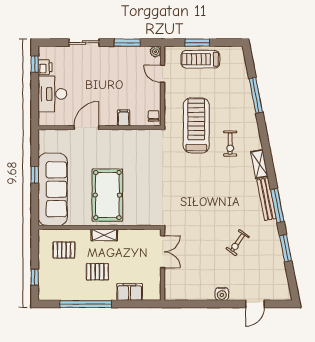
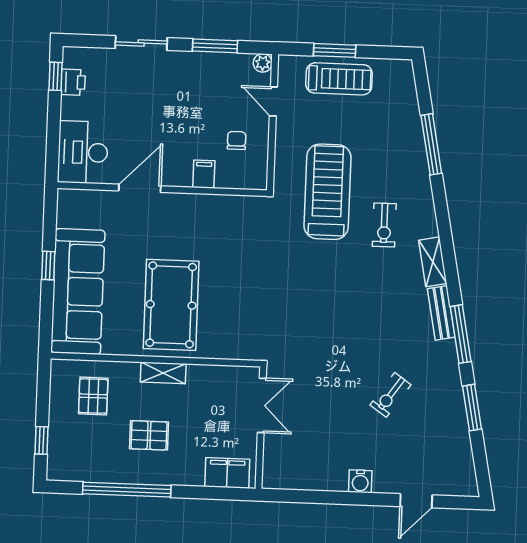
treadmill: (200, 59) -> (339, 79), turned 180
desk: (52, 94) -> (83, 152), moved
chair: (154, 116) -> (237, 141), moved
bench: (267, 199) -> (441, 313), width x0.73
pallet: (64, 250) -> (93, 396), turned 90
filing cabinet: (130, 292) -> (227, 473), moved

